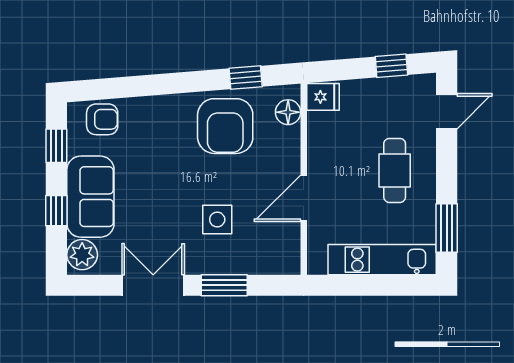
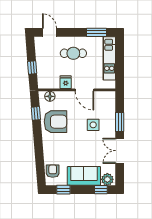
window: (391, 66) -> (32, 67), moved
fridge: (323, 97) -> (66, 82), moved
window: (56, 211) -> (101, 190), moved

